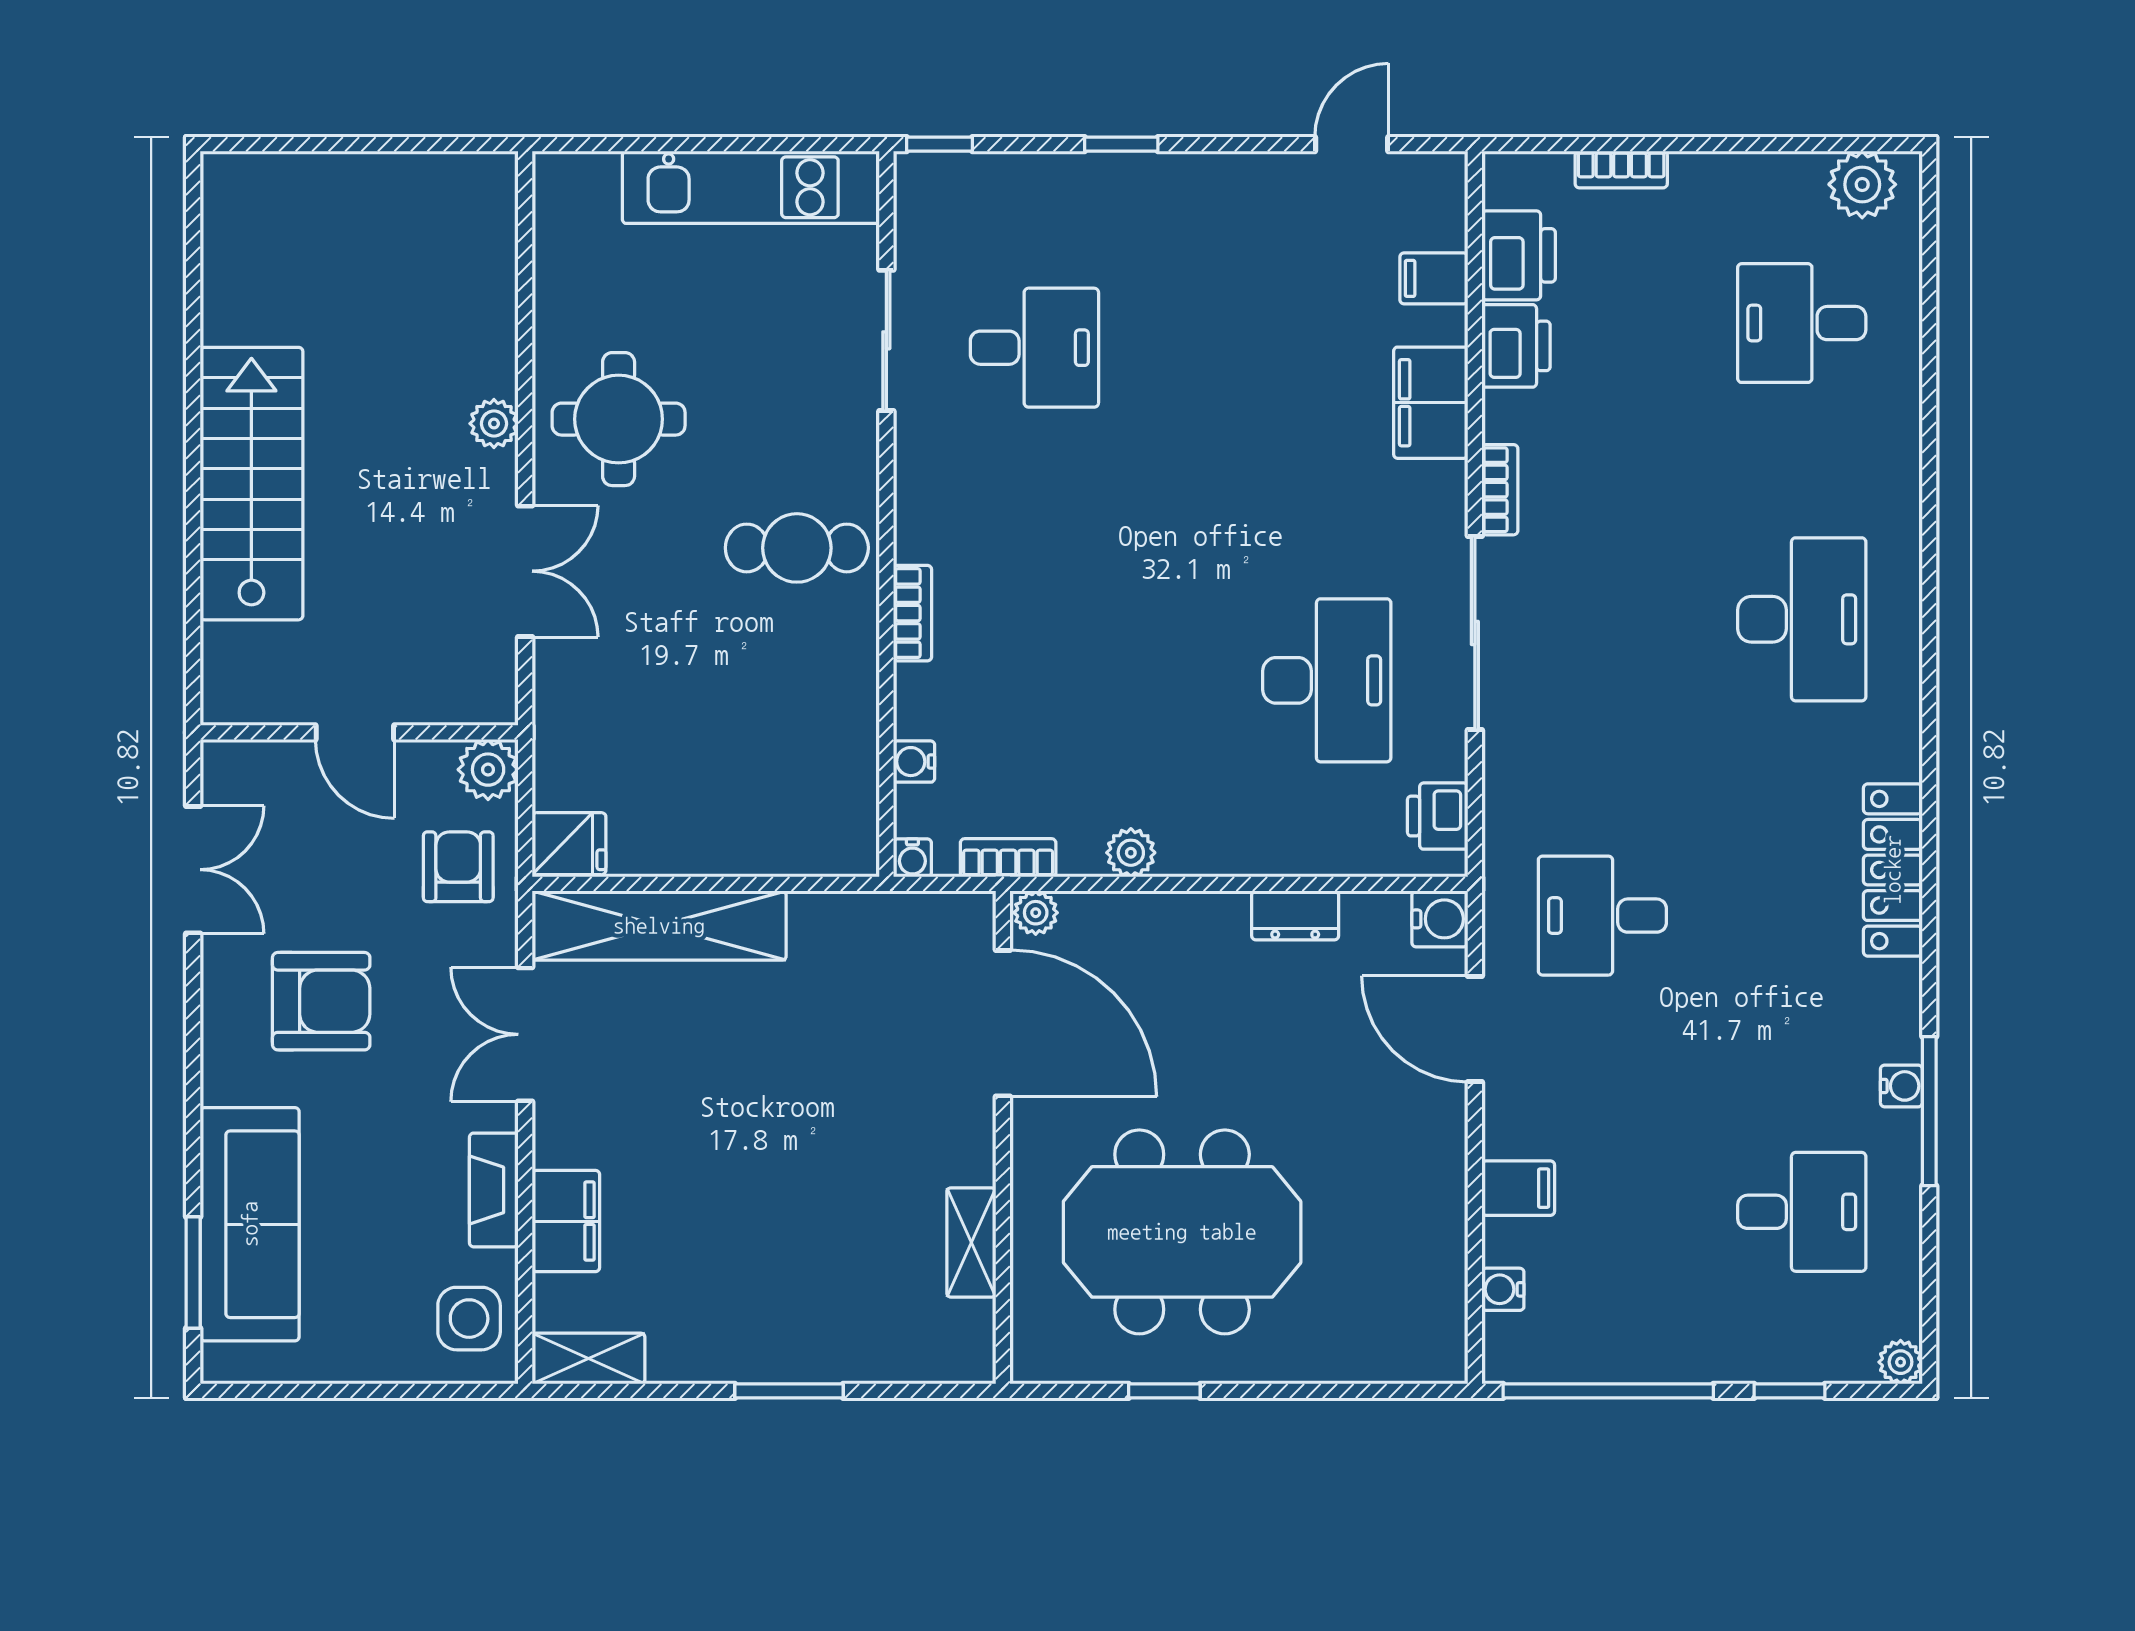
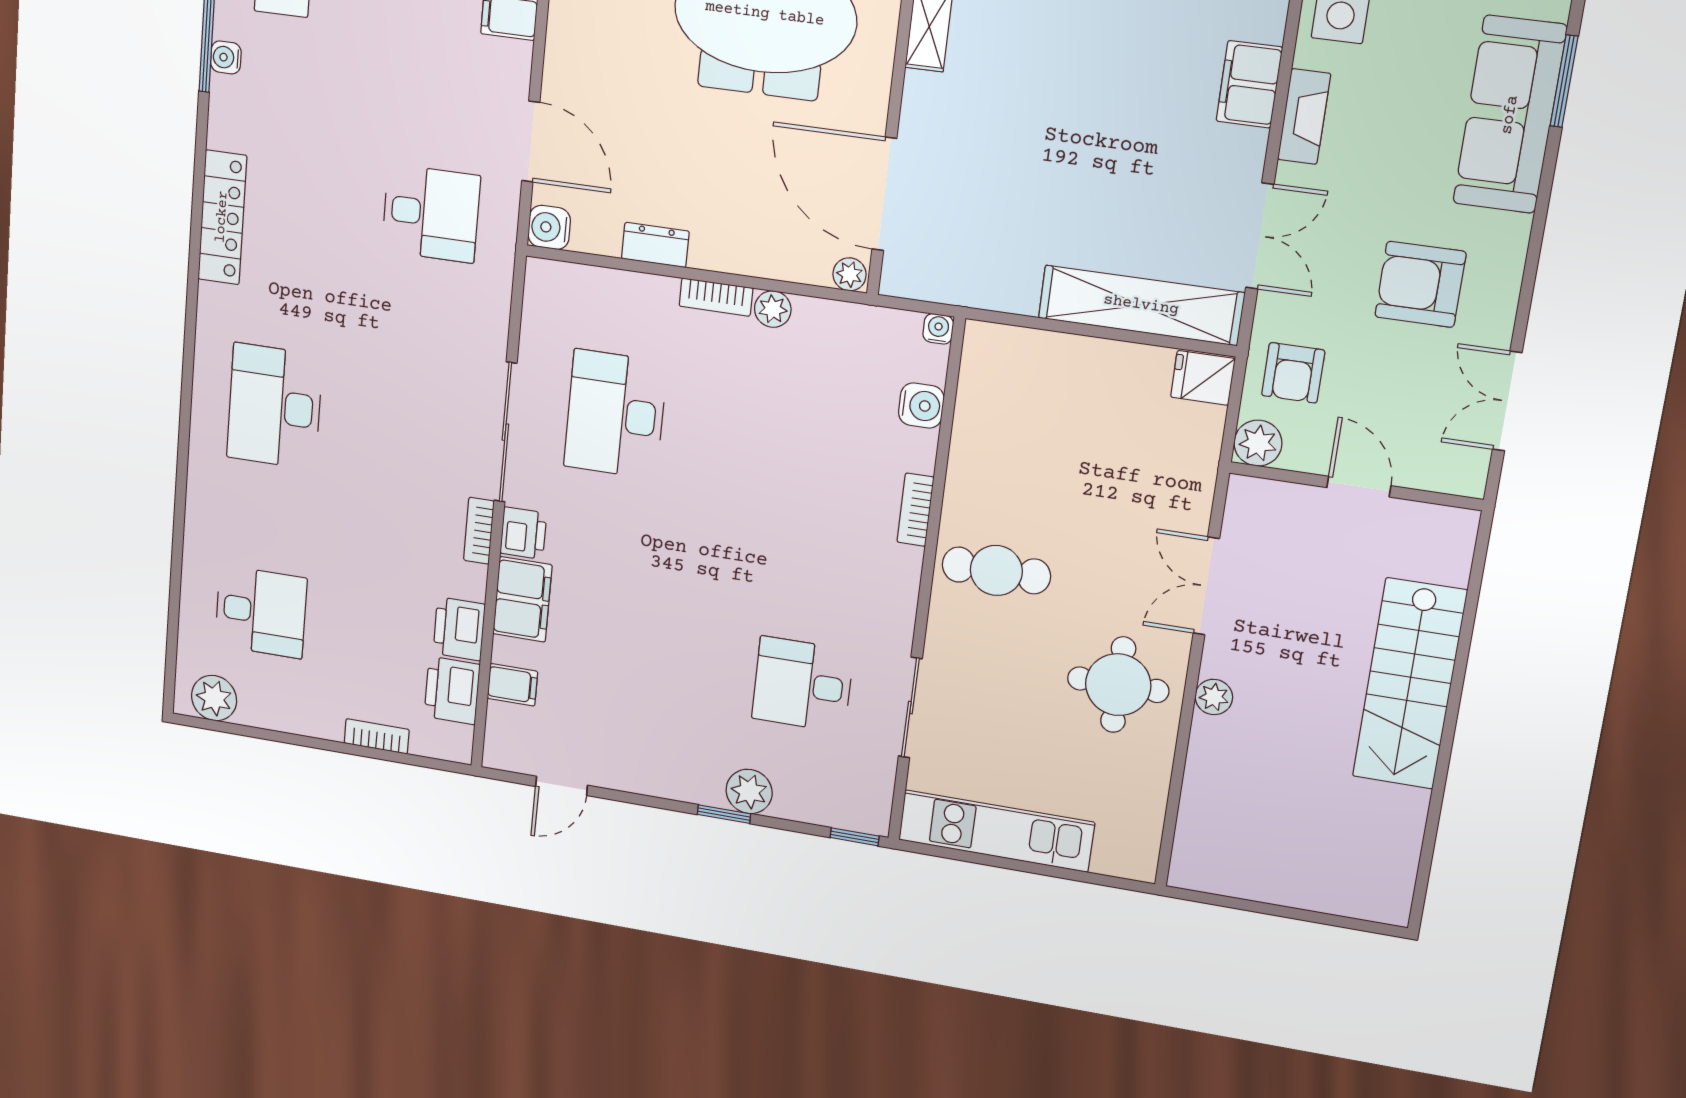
plant: (1090, 183) -> (749, 791), added
water cooler: (914, 762) -> (921, 406), width x1.38, depth x1.38
printer: (1438, 816) -> (523, 533), moved
bookcase: (1008, 858) -> (716, 297), moved

